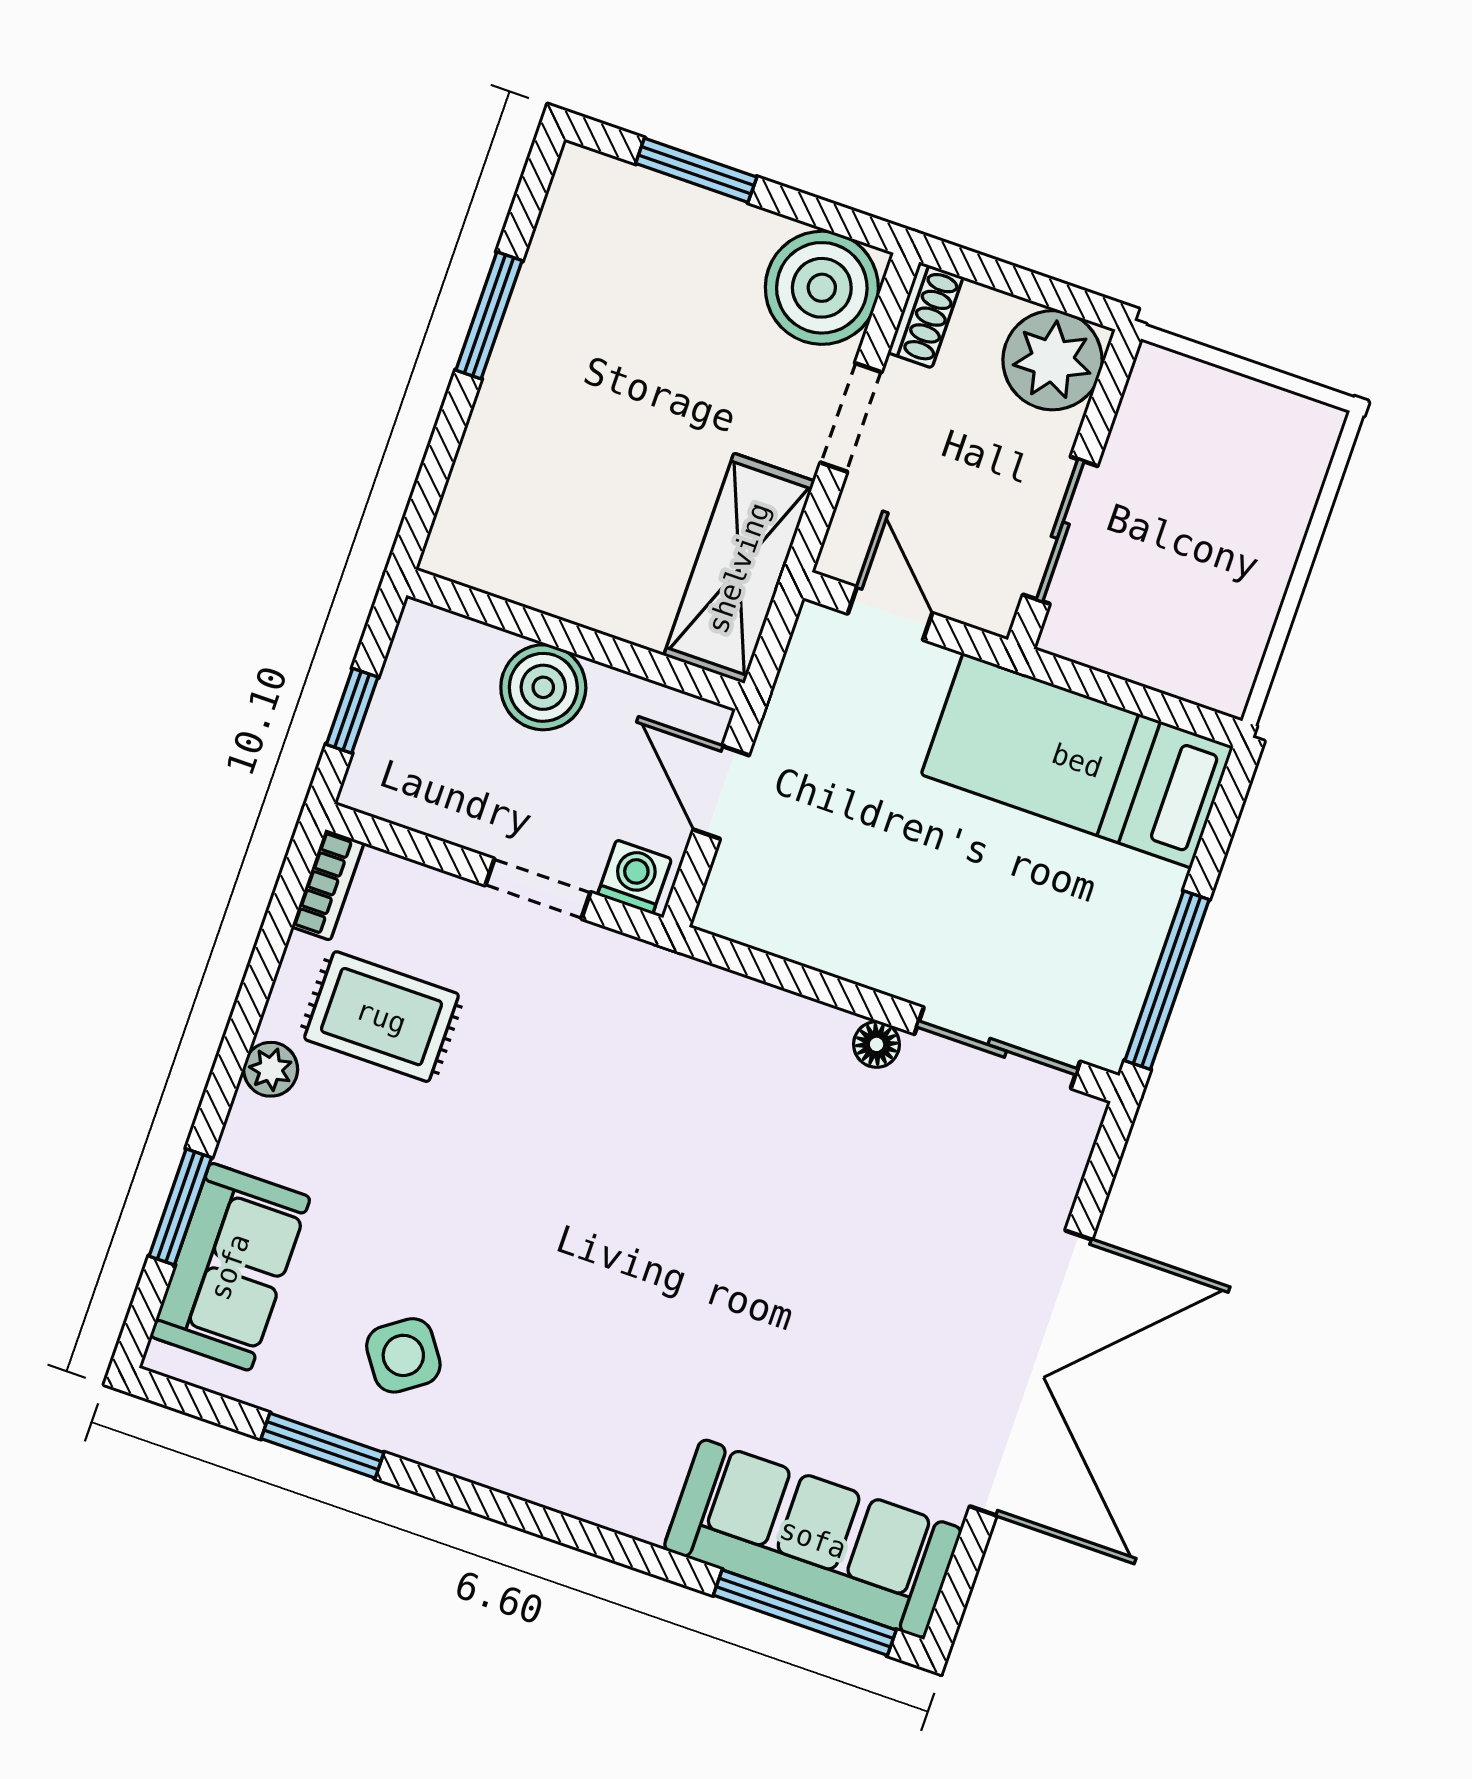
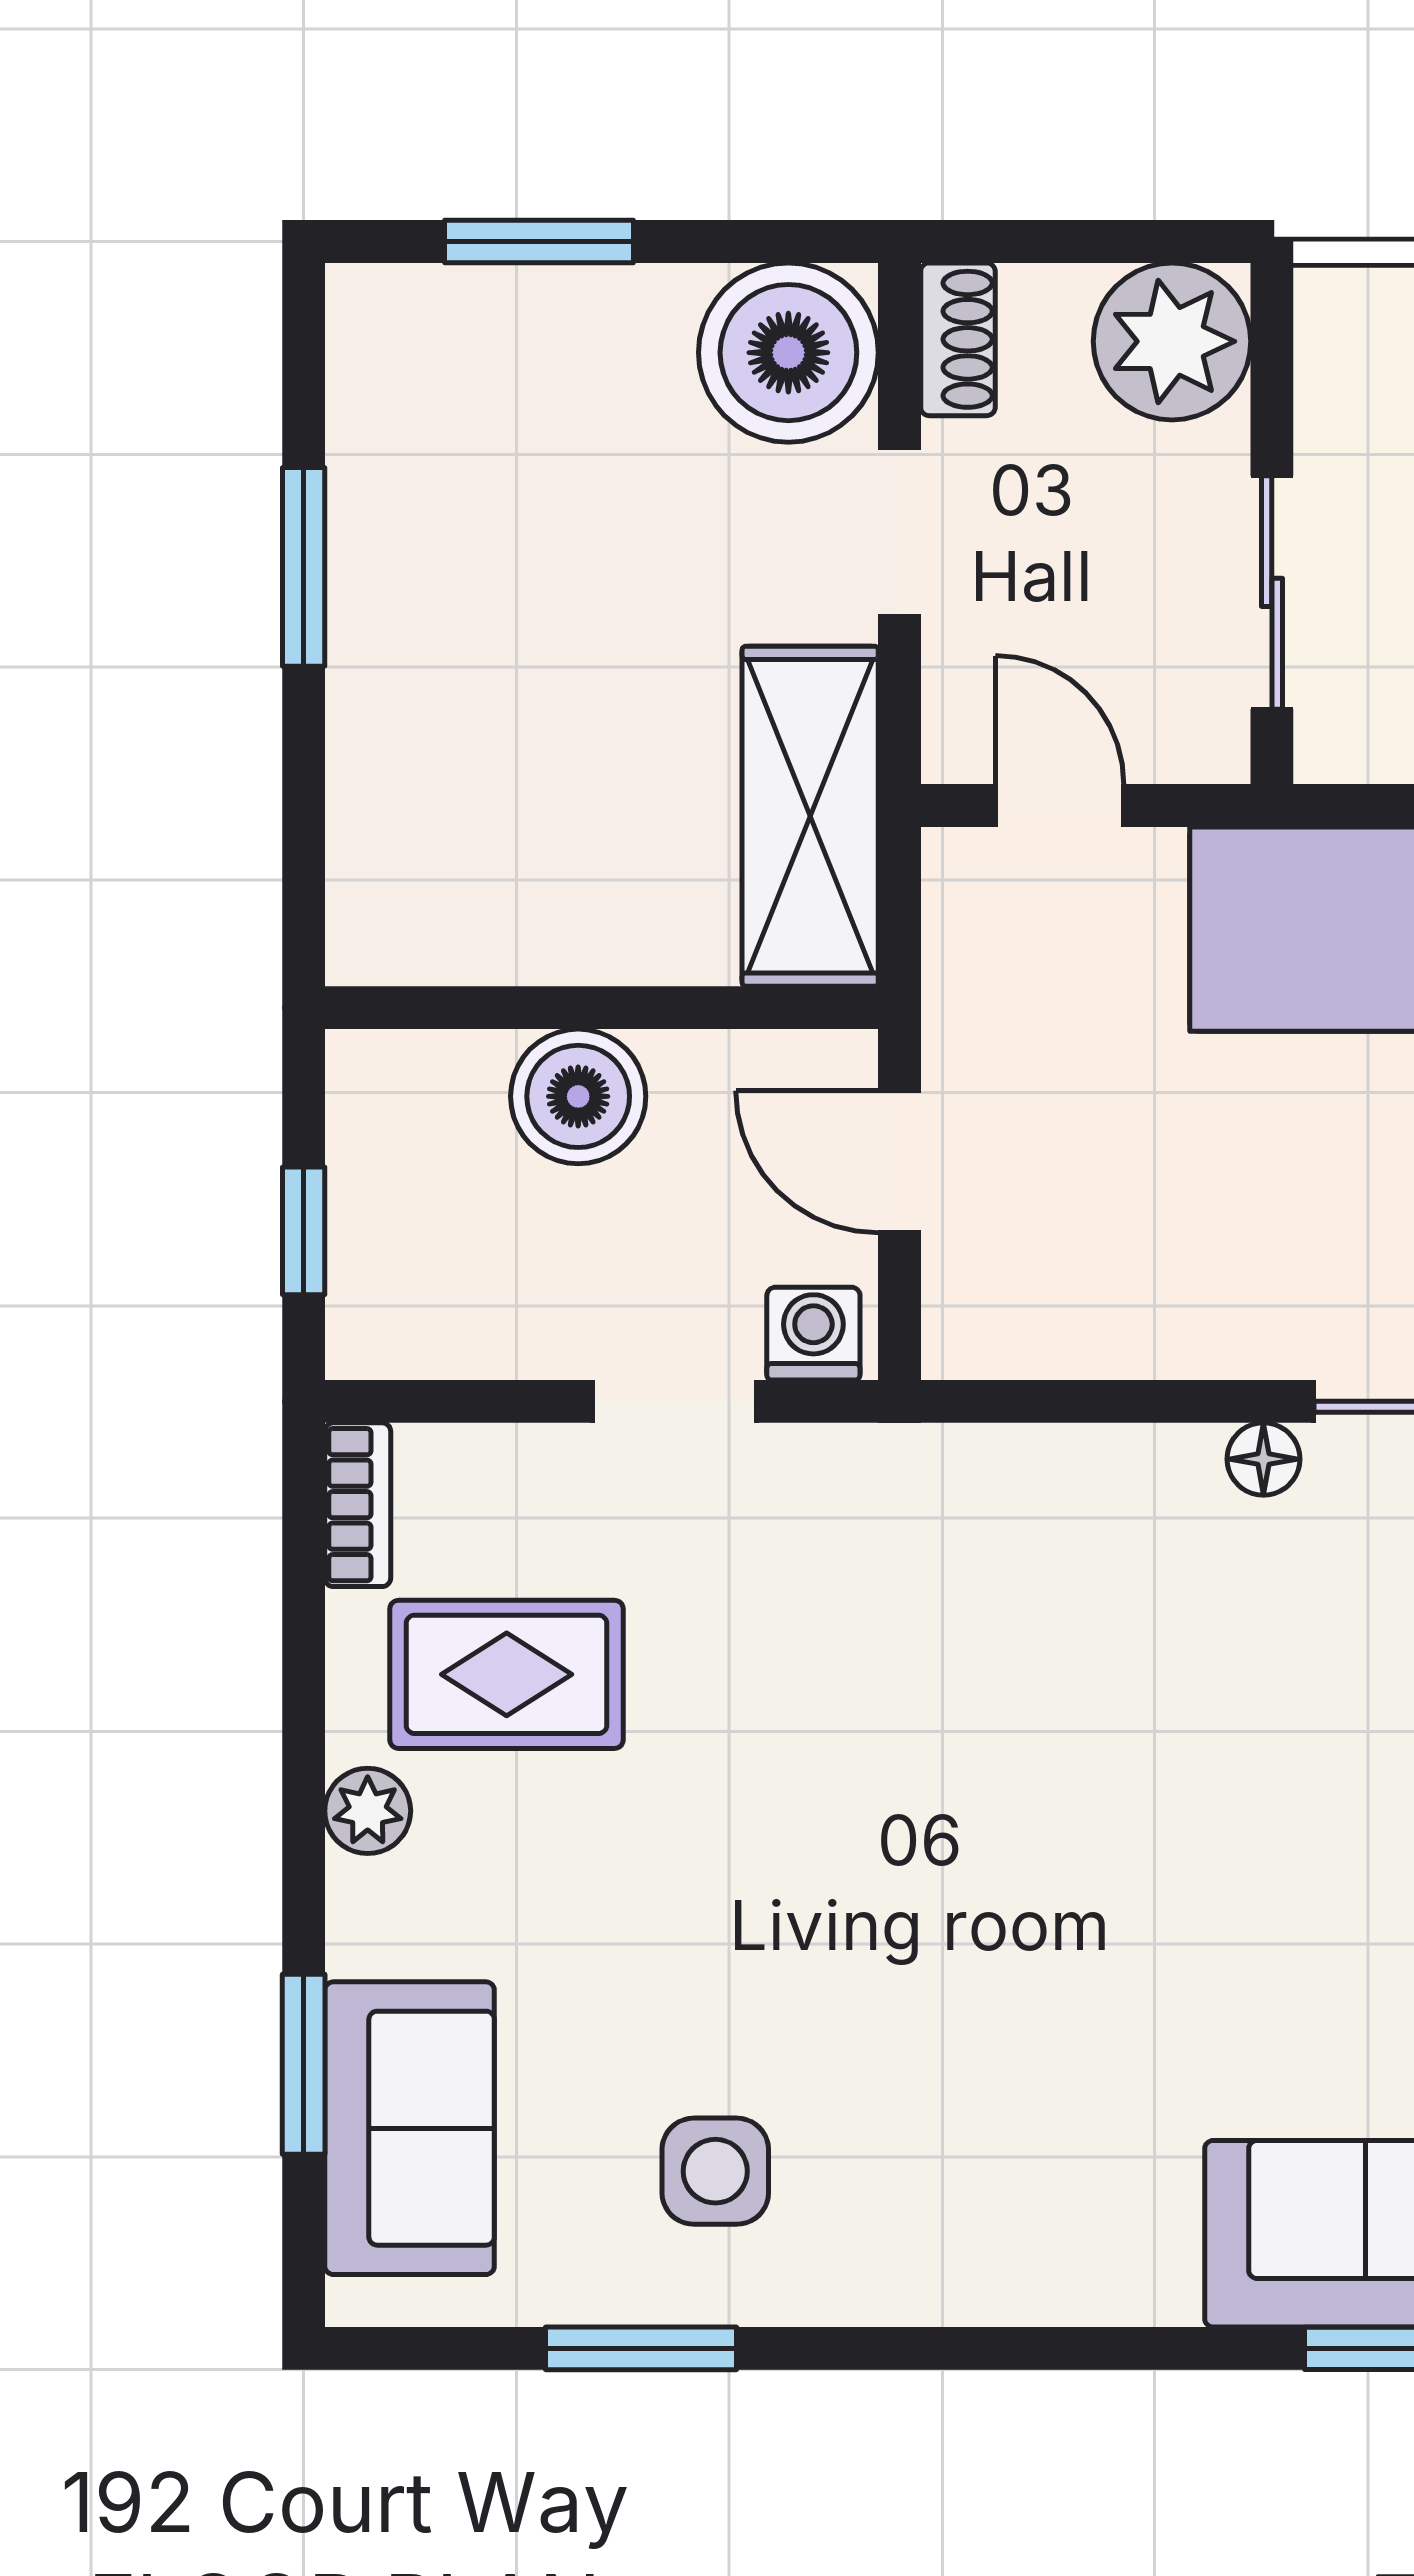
side table: (403, 1355) -> (715, 2171), turned 35

